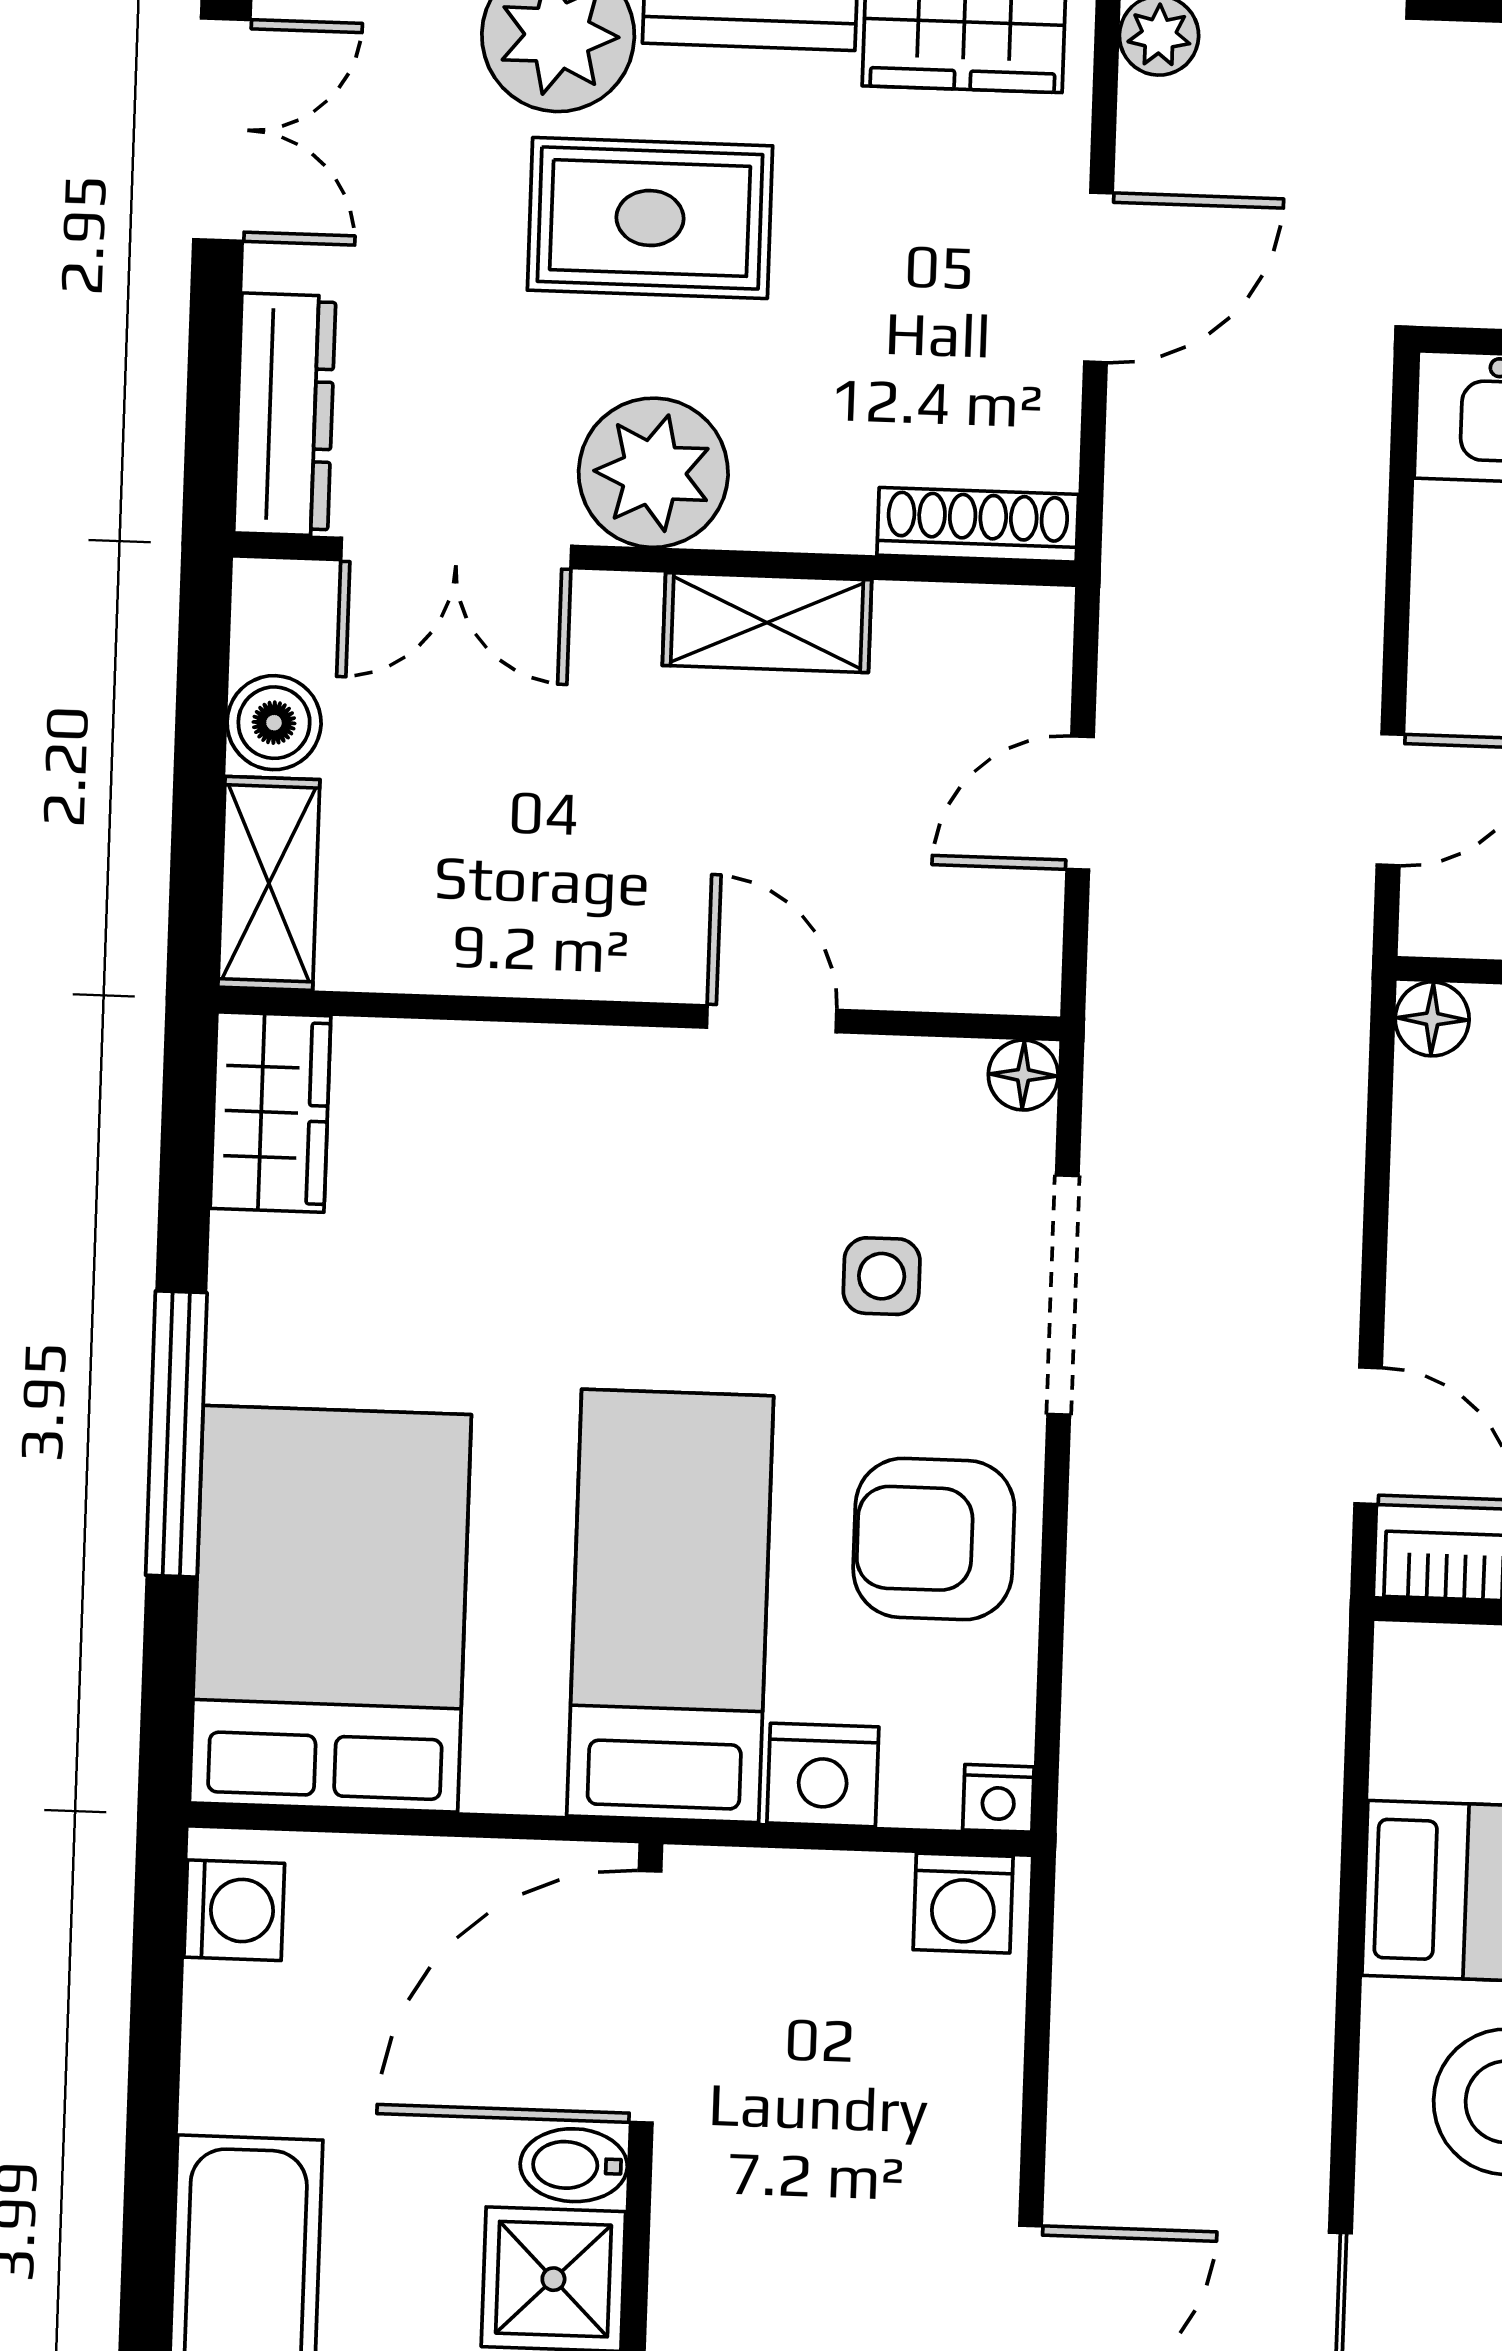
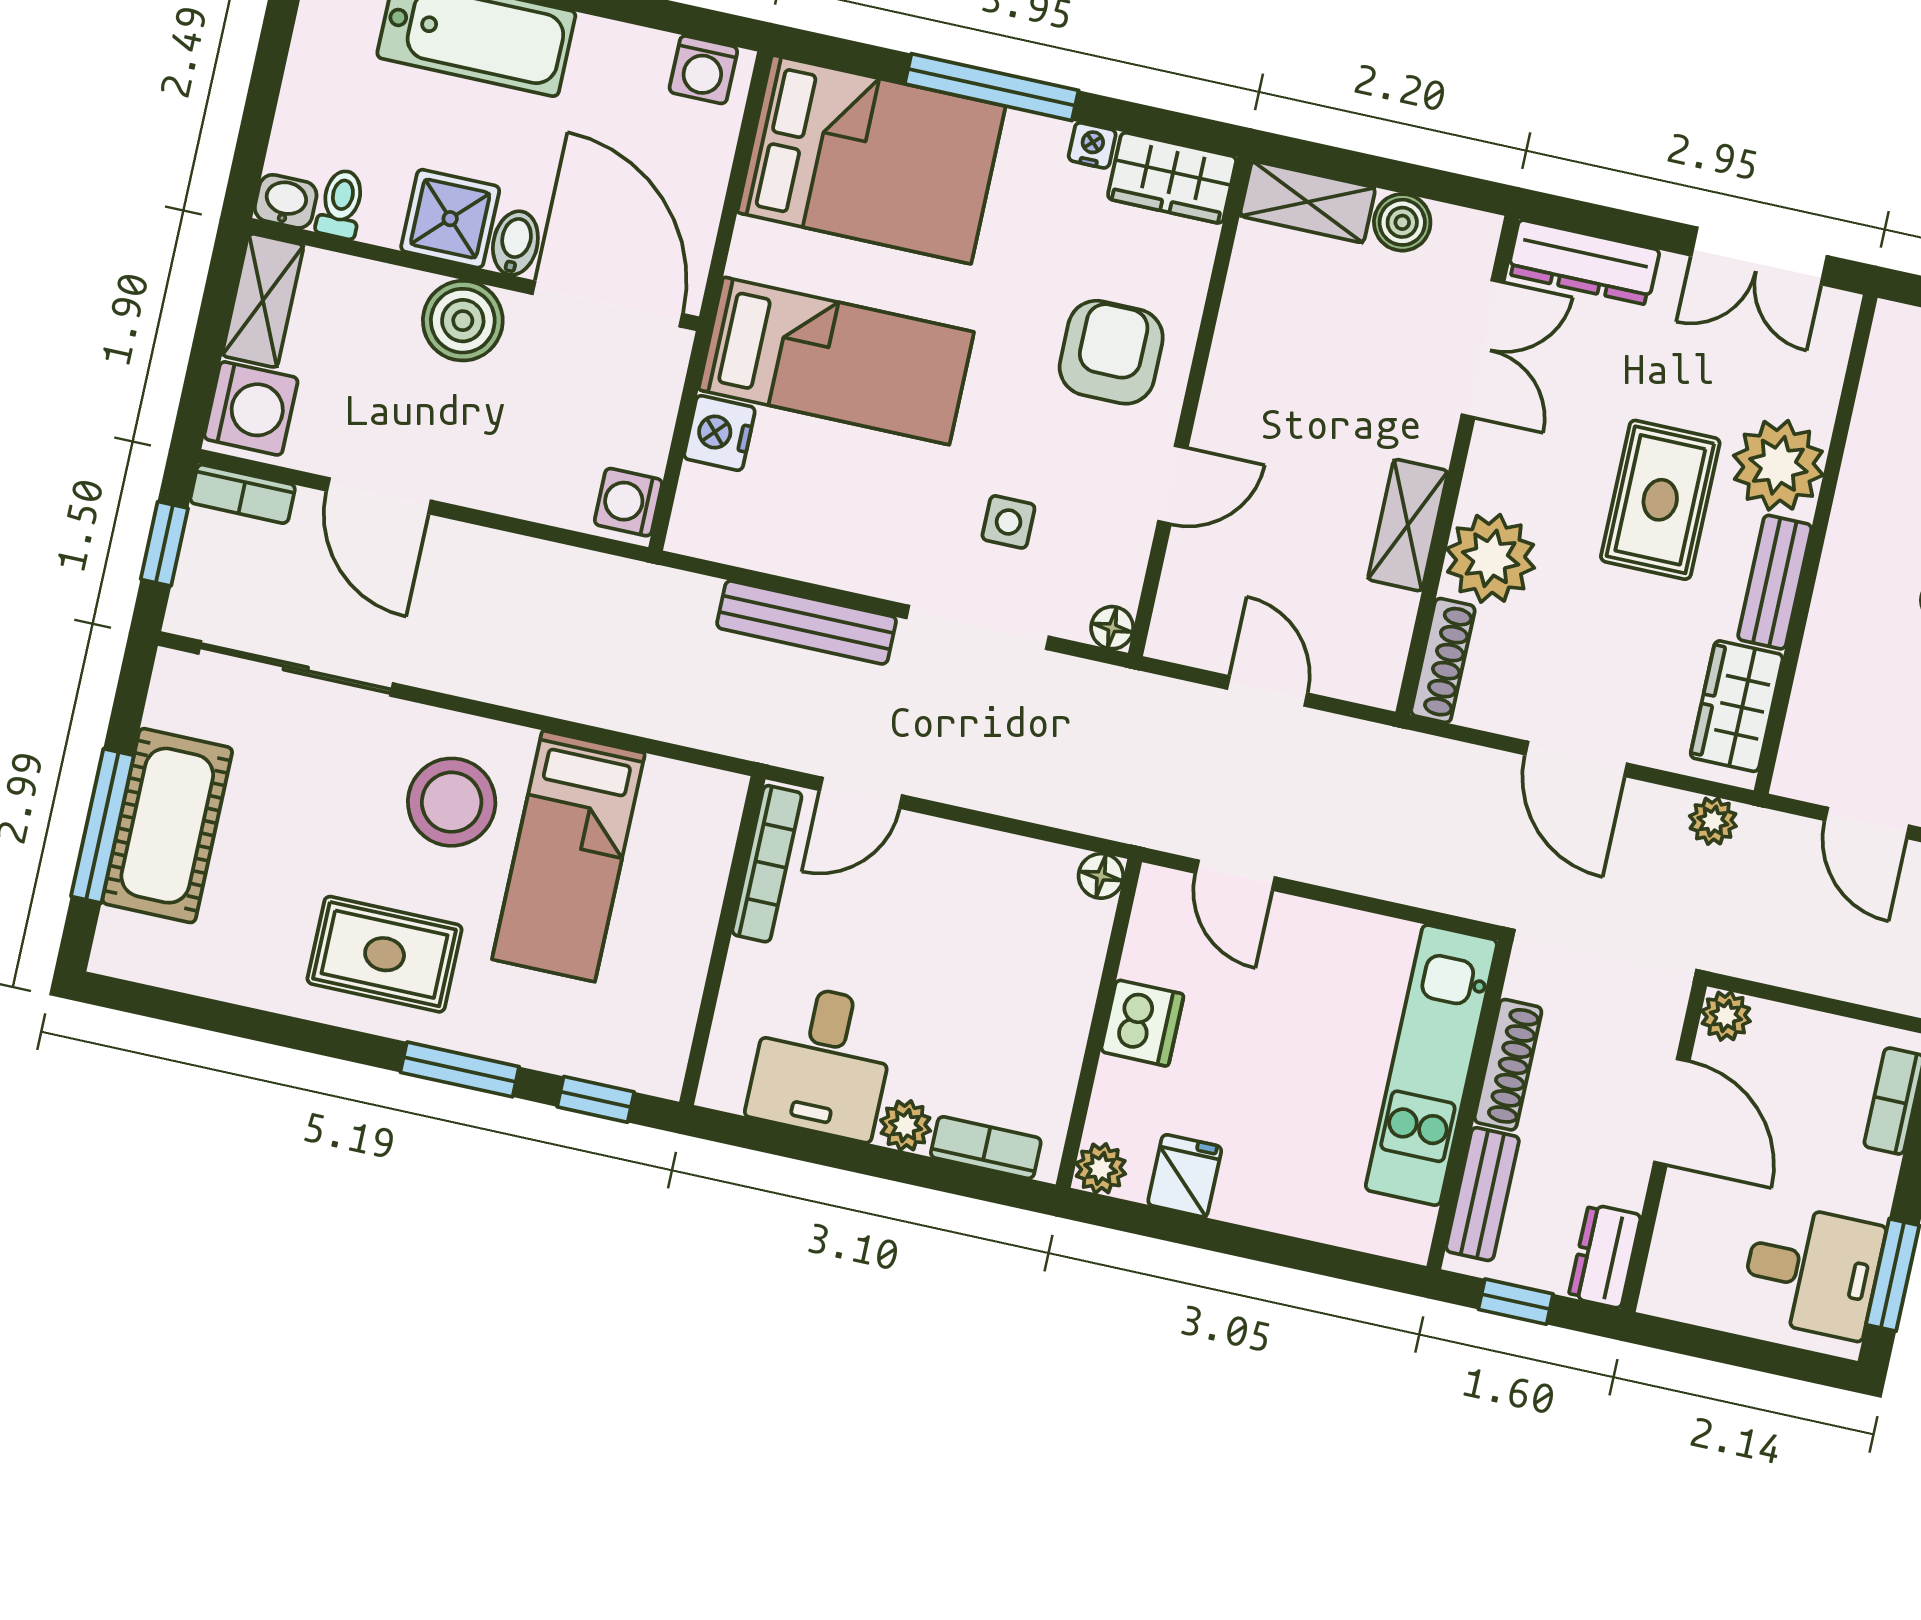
plant: (653, 473) -> (1491, 558), moved
double door: (456, 553) -> (1483, 349), swing flipped
armchair: (934, 1539) -> (1111, 352), moved
bench: (1106, 1576) -> (807, 622), added
nightstand: (998, 1798) -> (1092, 145), moved, turned 90
boiler: (716, 2228) -> (463, 321), added

